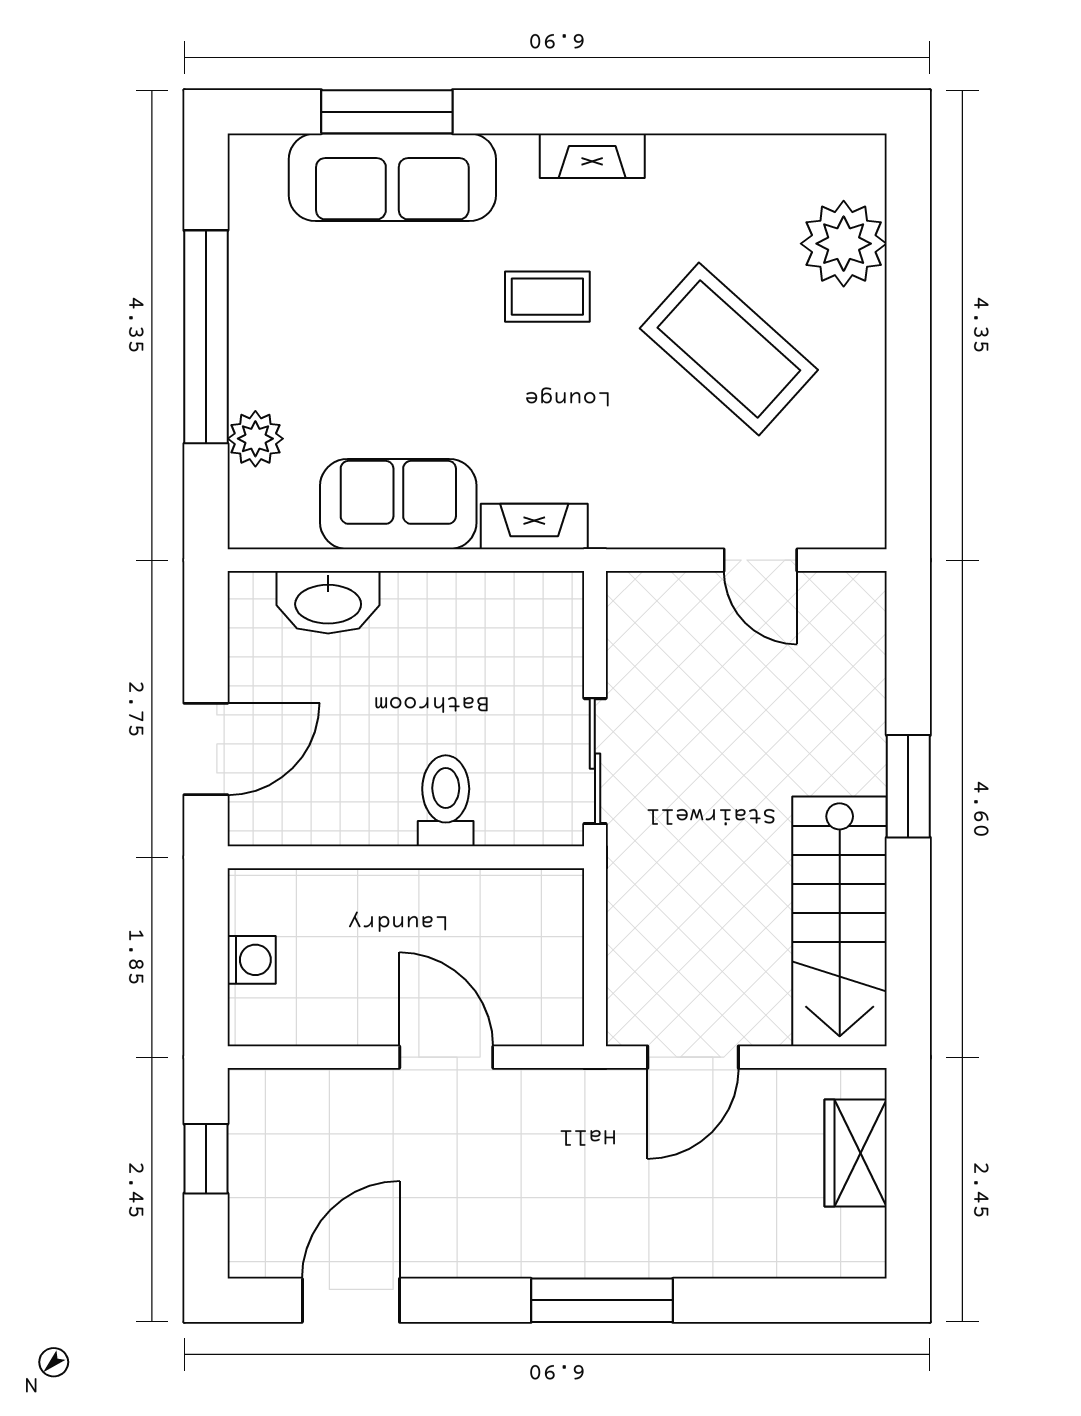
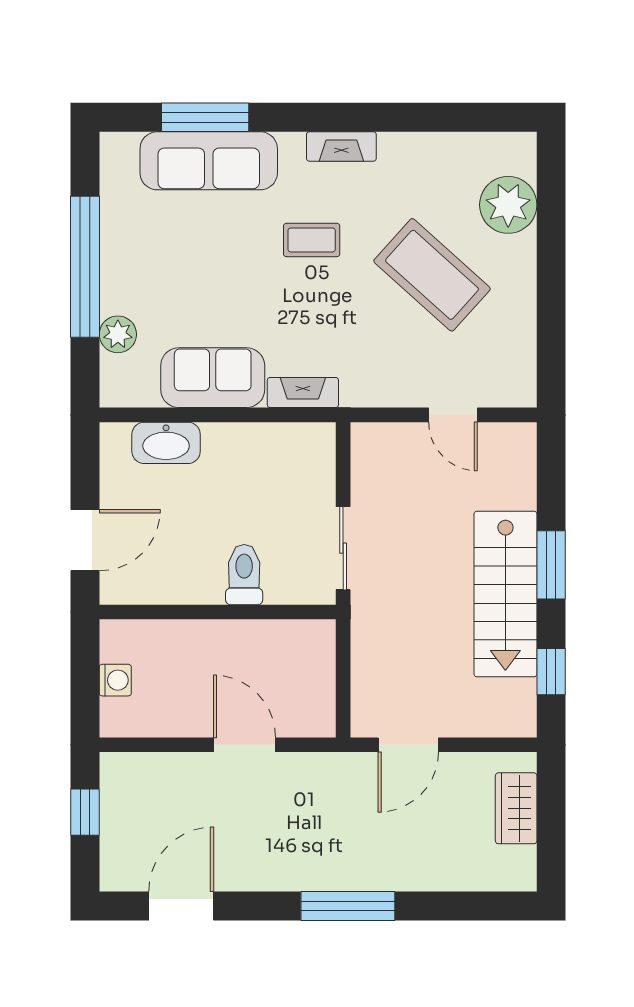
stairs: (840, 921) -> (505, 594), moved
window: (908, 947) -> (551, 672), added

